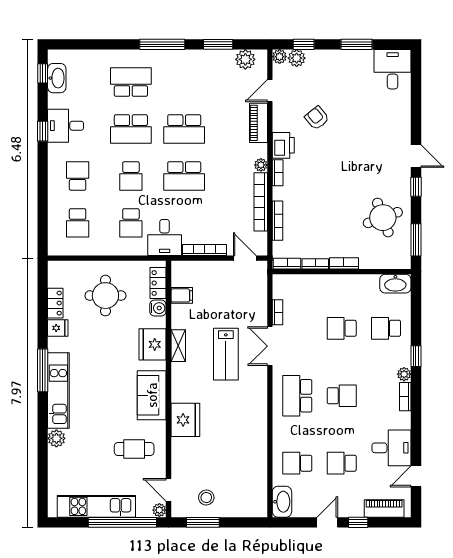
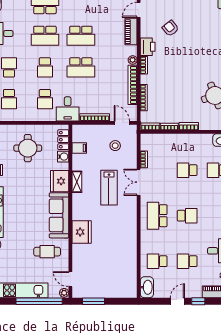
sofa: (152, 395) -> (59, 215), width x1.36
stool: (206, 498) -> (115, 146), moved

